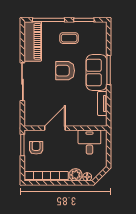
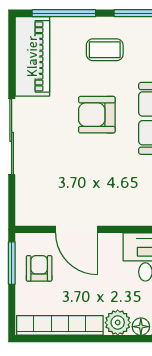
door: (55, 128) -> (76, 229), swing flipped

